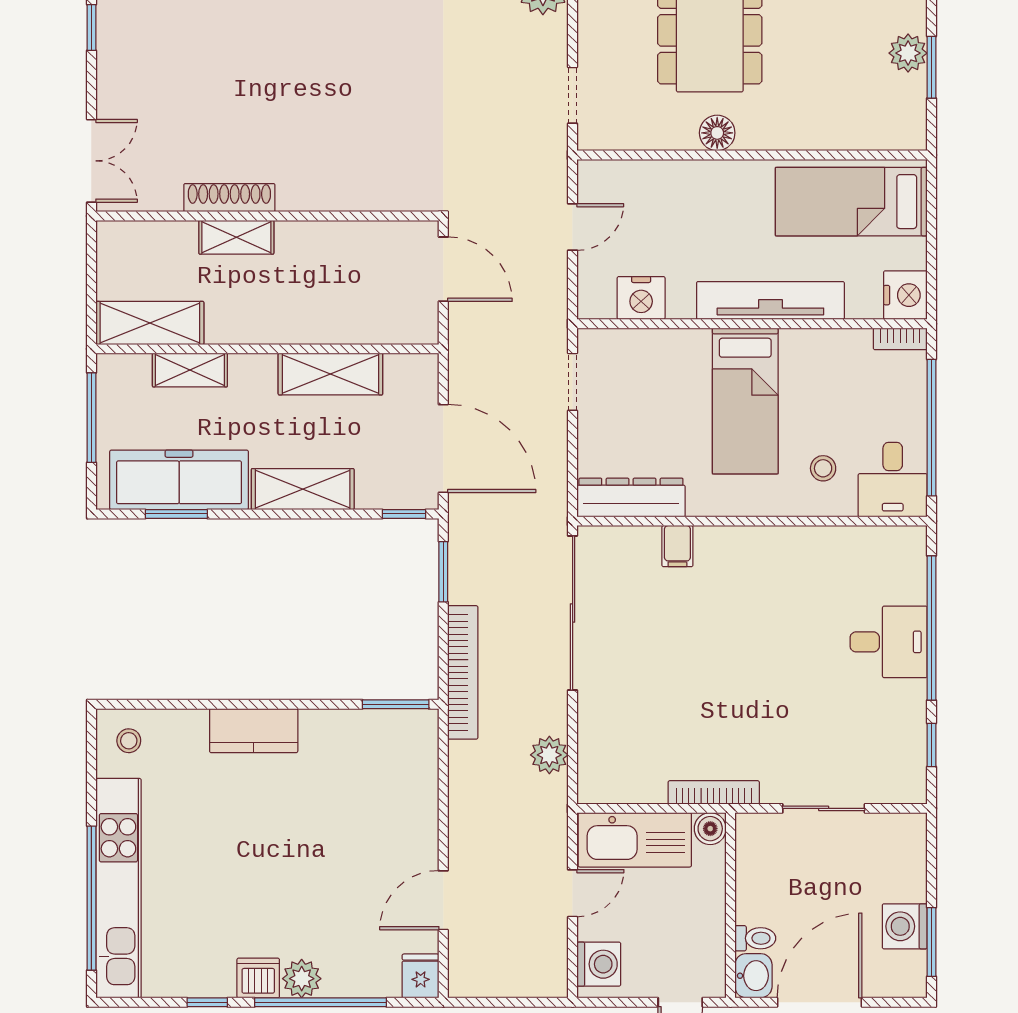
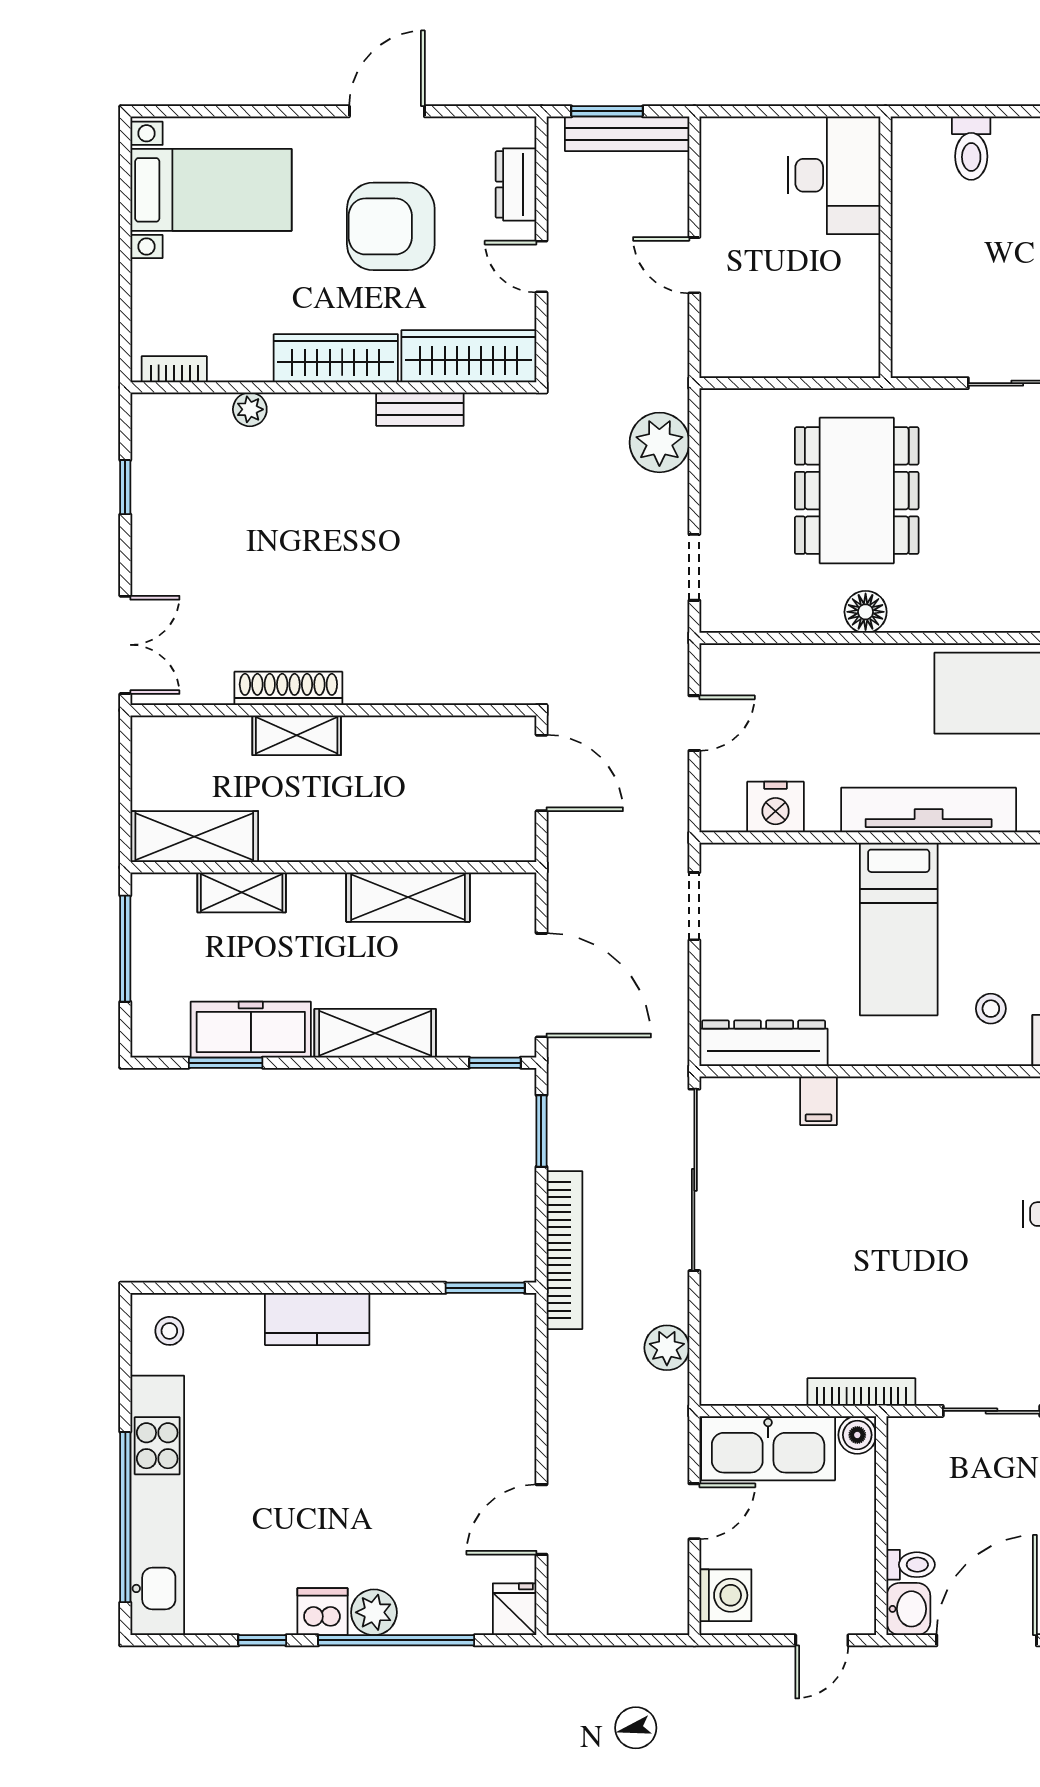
freezer: (179, 480) -> (251, 1030), width x0.73, depth x0.79

